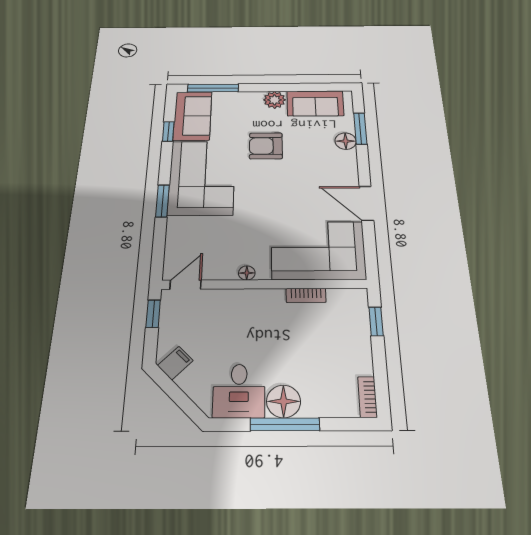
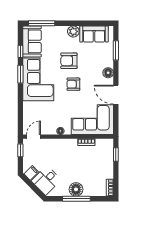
floor lamp: (346, 141) -> (108, 73), moved
armchair: (275, 185) -> (73, 84), added
window: (163, 201) -> (20, 74), moved
desk: (239, 391) -> (46, 180), moved, turned 45

